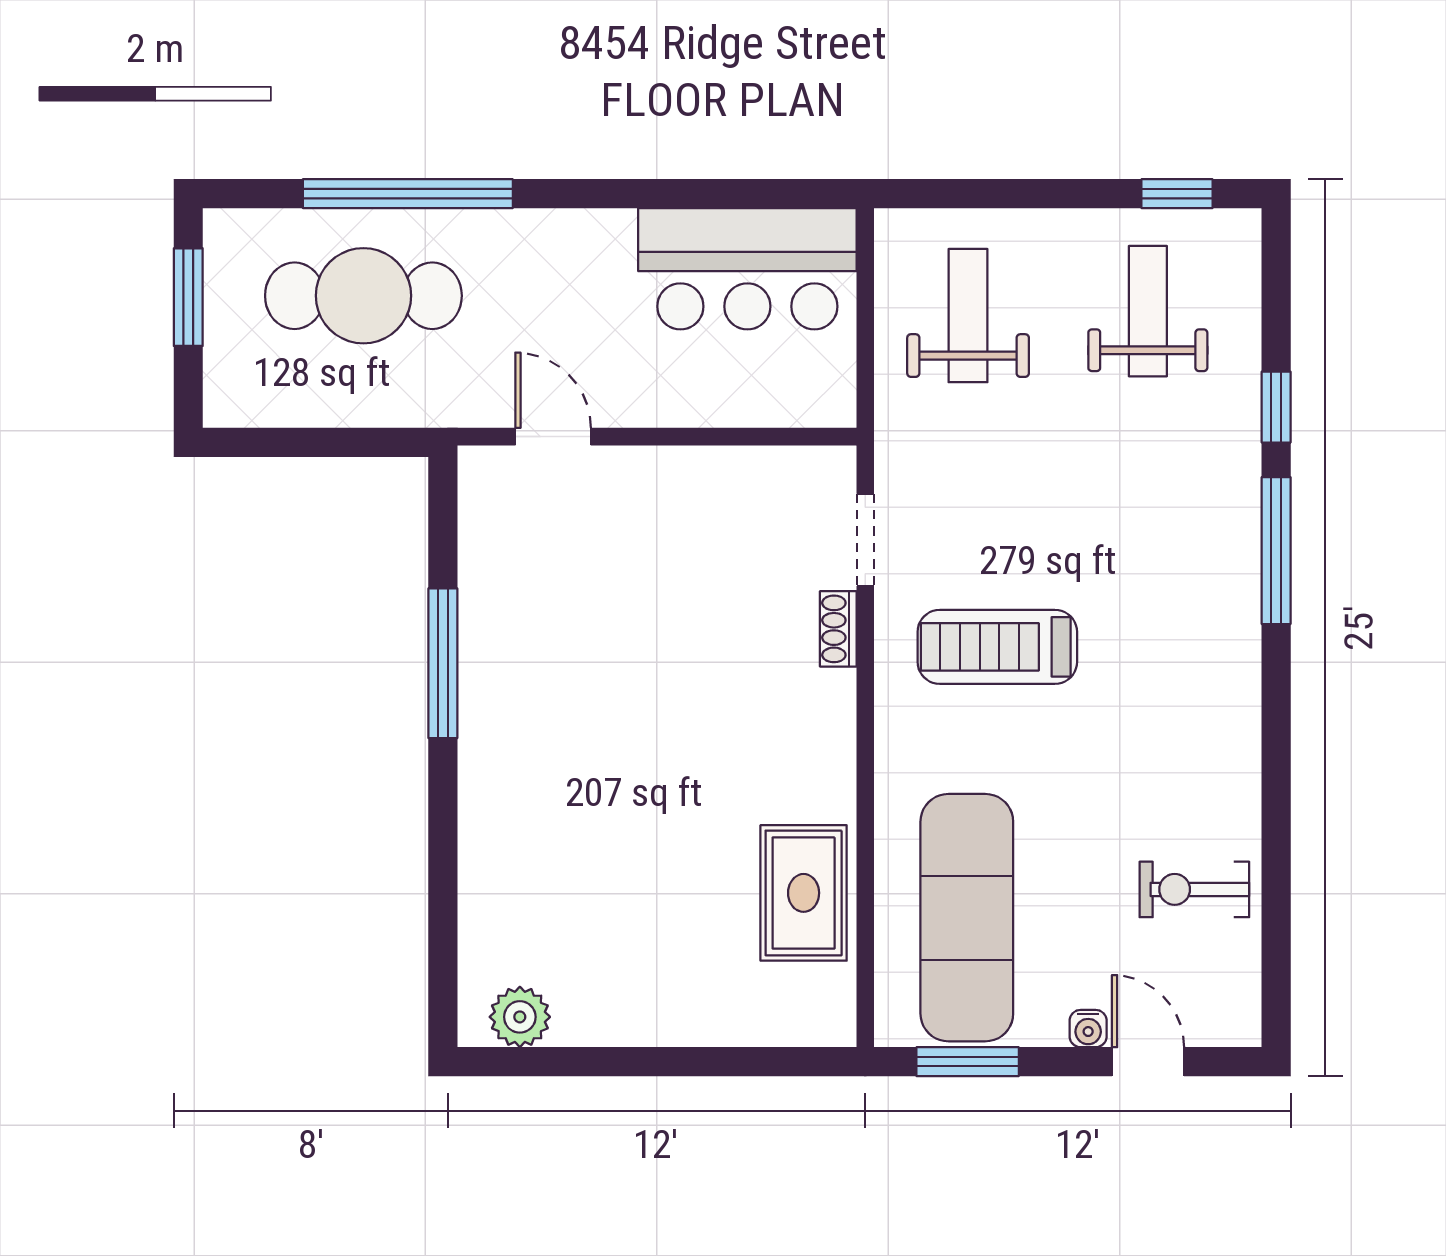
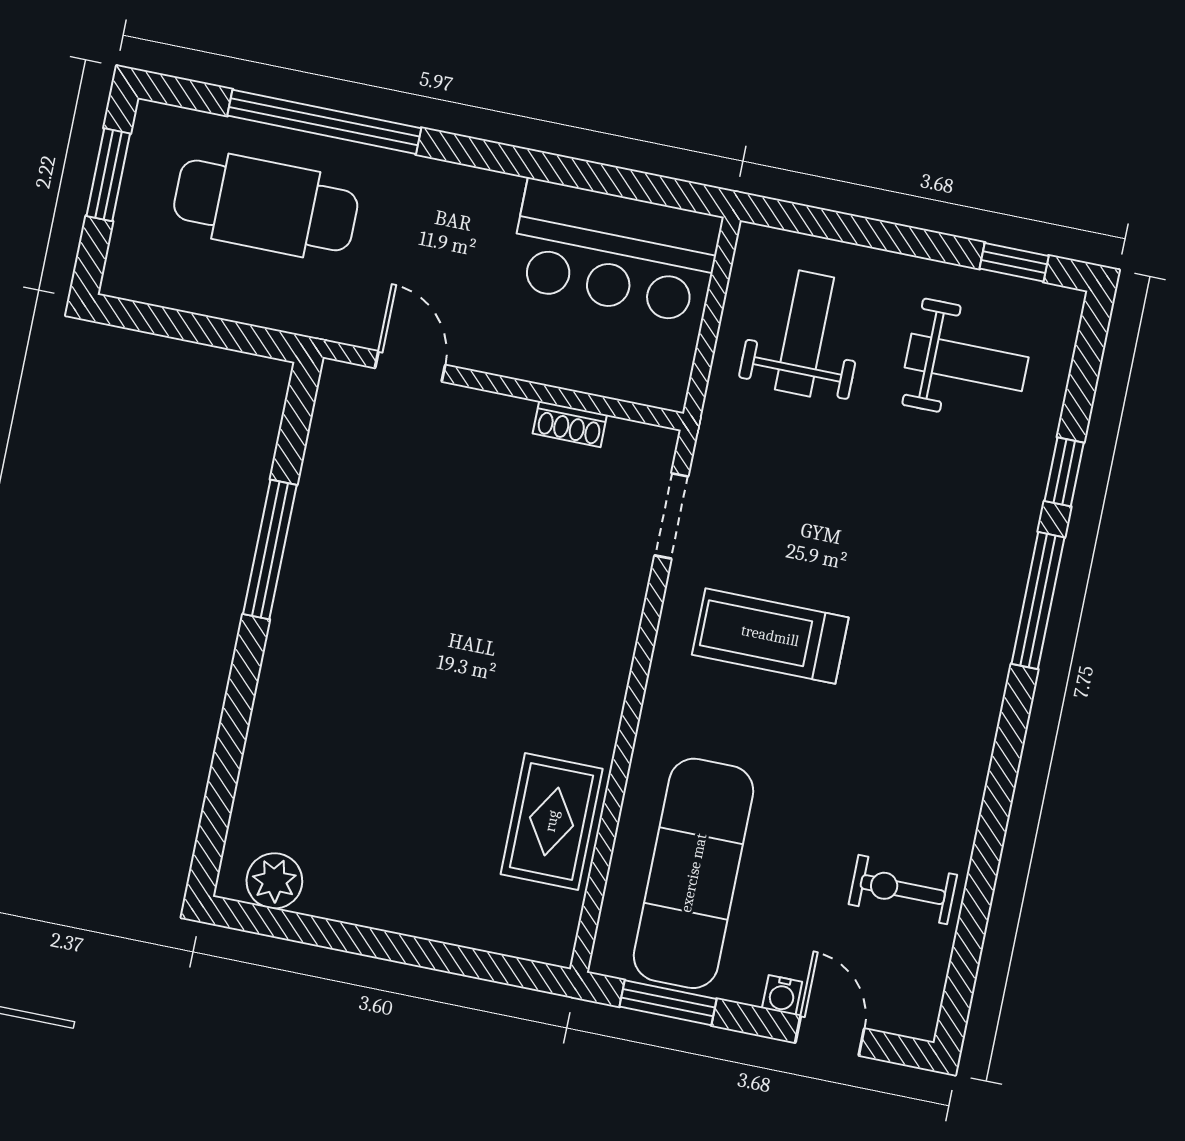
weight bench: (1148, 311) -> (967, 362), turned 90
shoe rack: (838, 629) -> (570, 424), moved, turned -90

